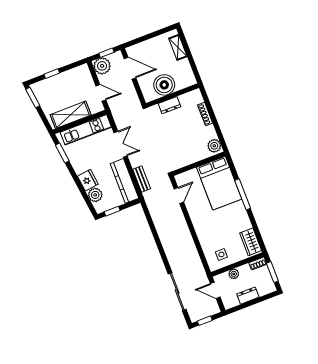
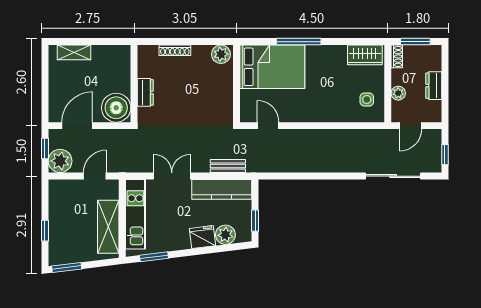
boiler: (164, 85) -> (116, 108), moved

